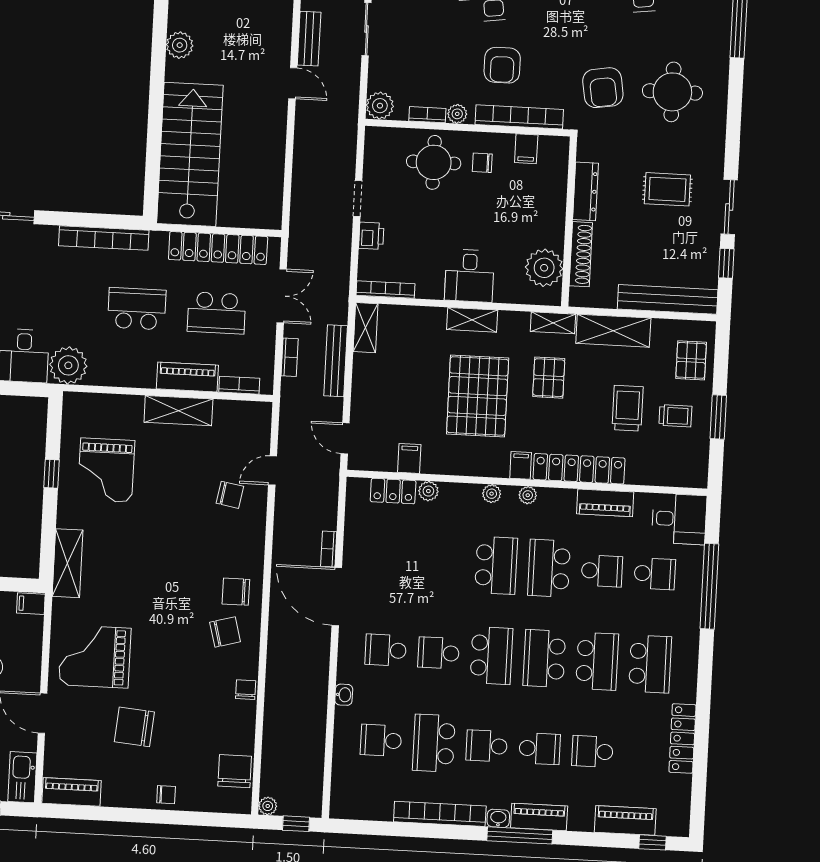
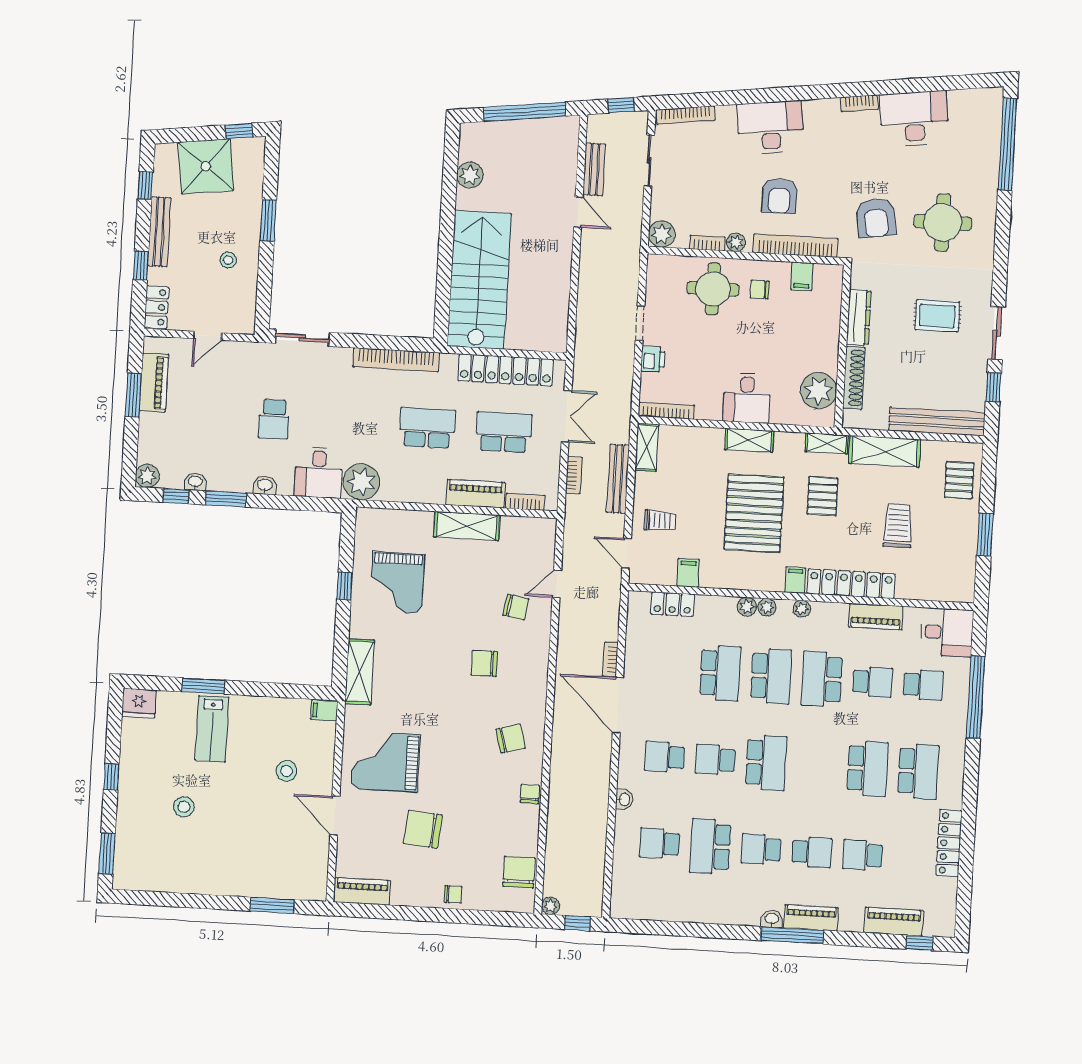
school desk: (217, 313) -> (504, 432), turned 180
trolley: (675, 416) -> (660, 521), moved
plant: (428, 491) -> (747, 607), moved
chair: (236, 592) -> (484, 663), moved
school desk: (544, 658) -> (720, 673), moved, turned 180
kitchen sink: (22, 777) -> (315, 877), removed
bookcase: (440, 814) -> (716, 914), removed

